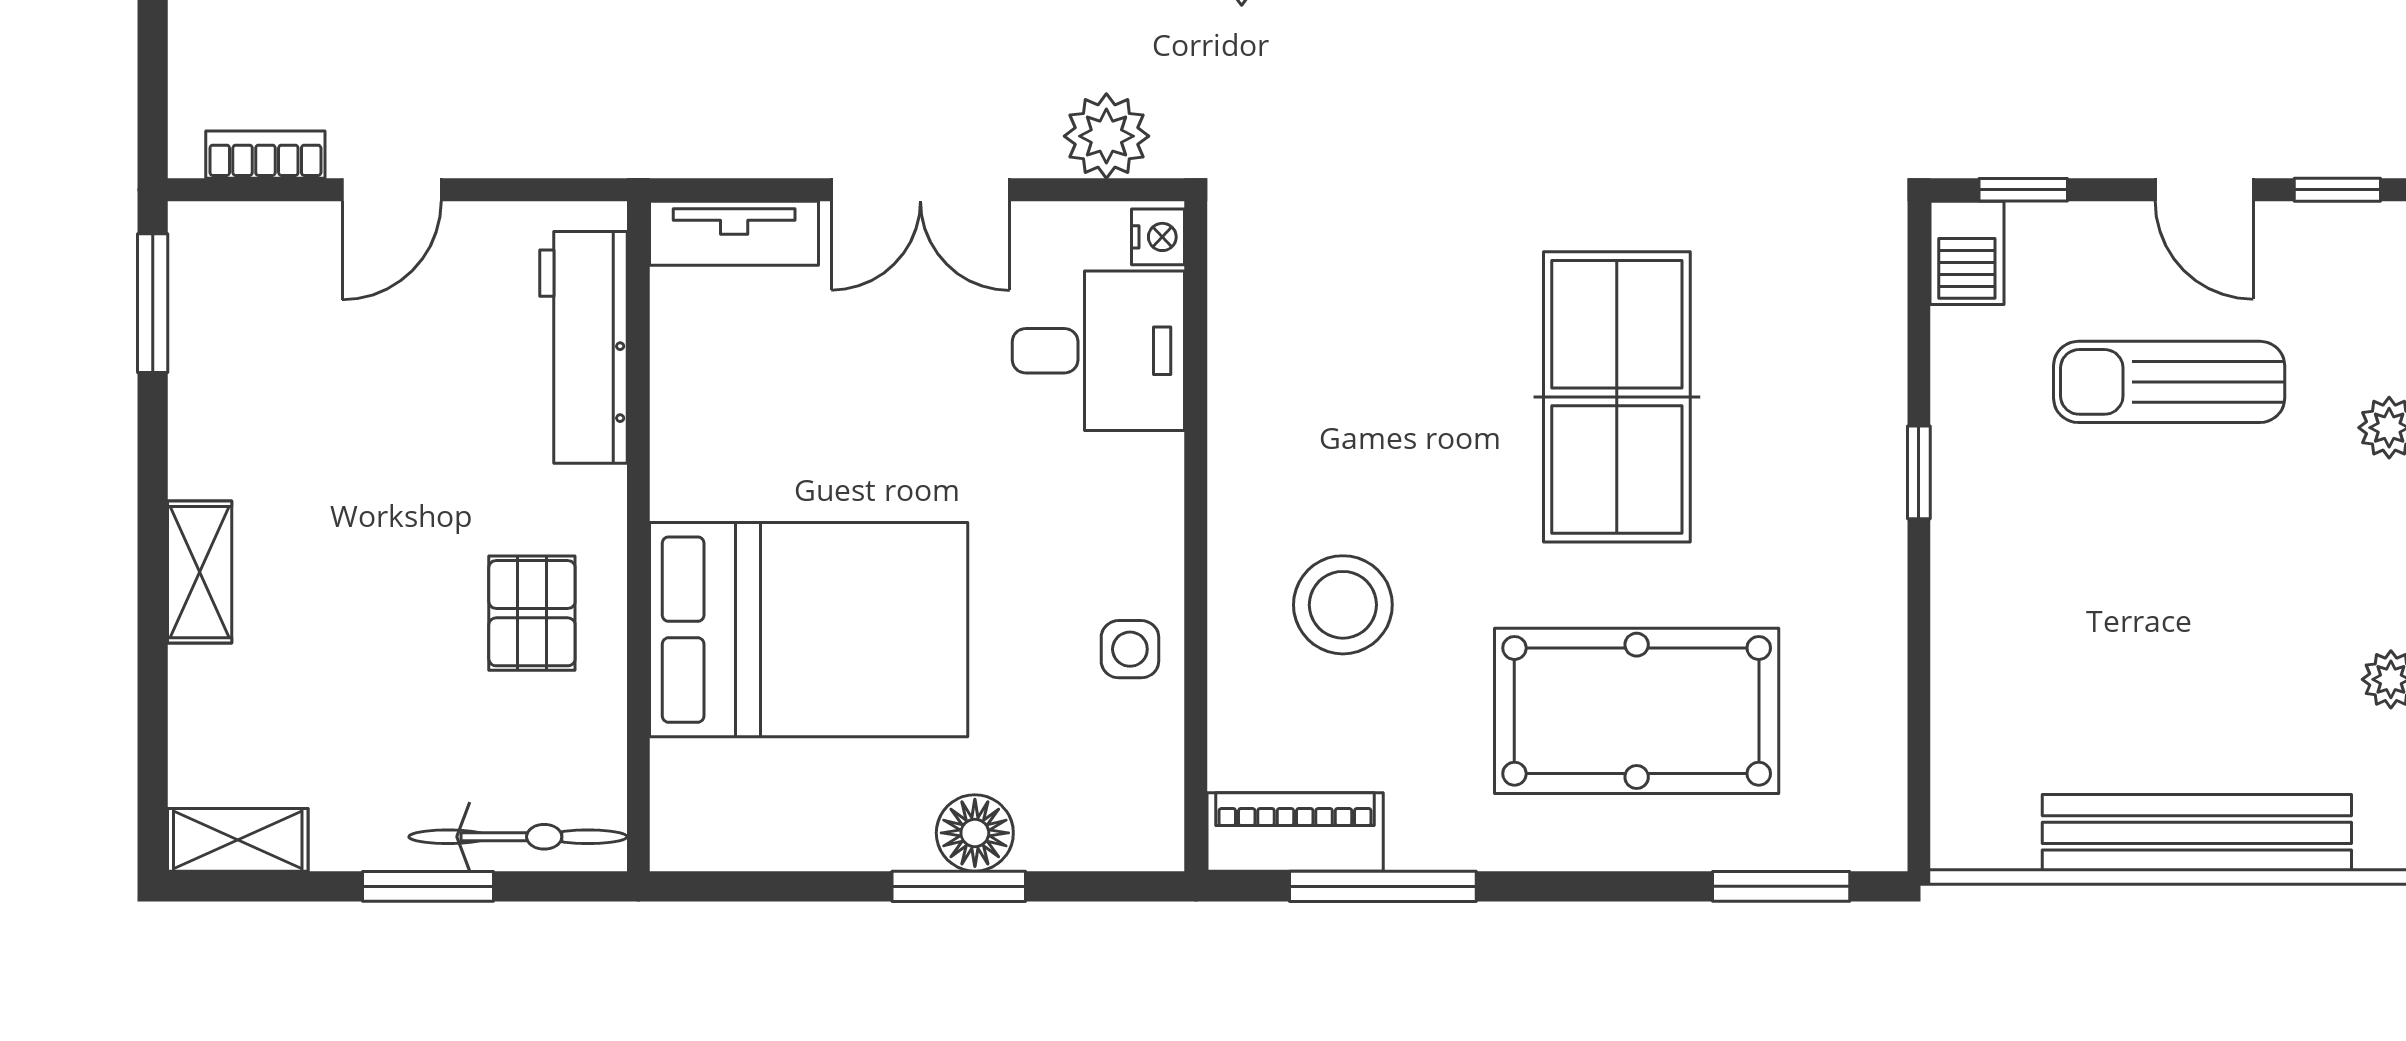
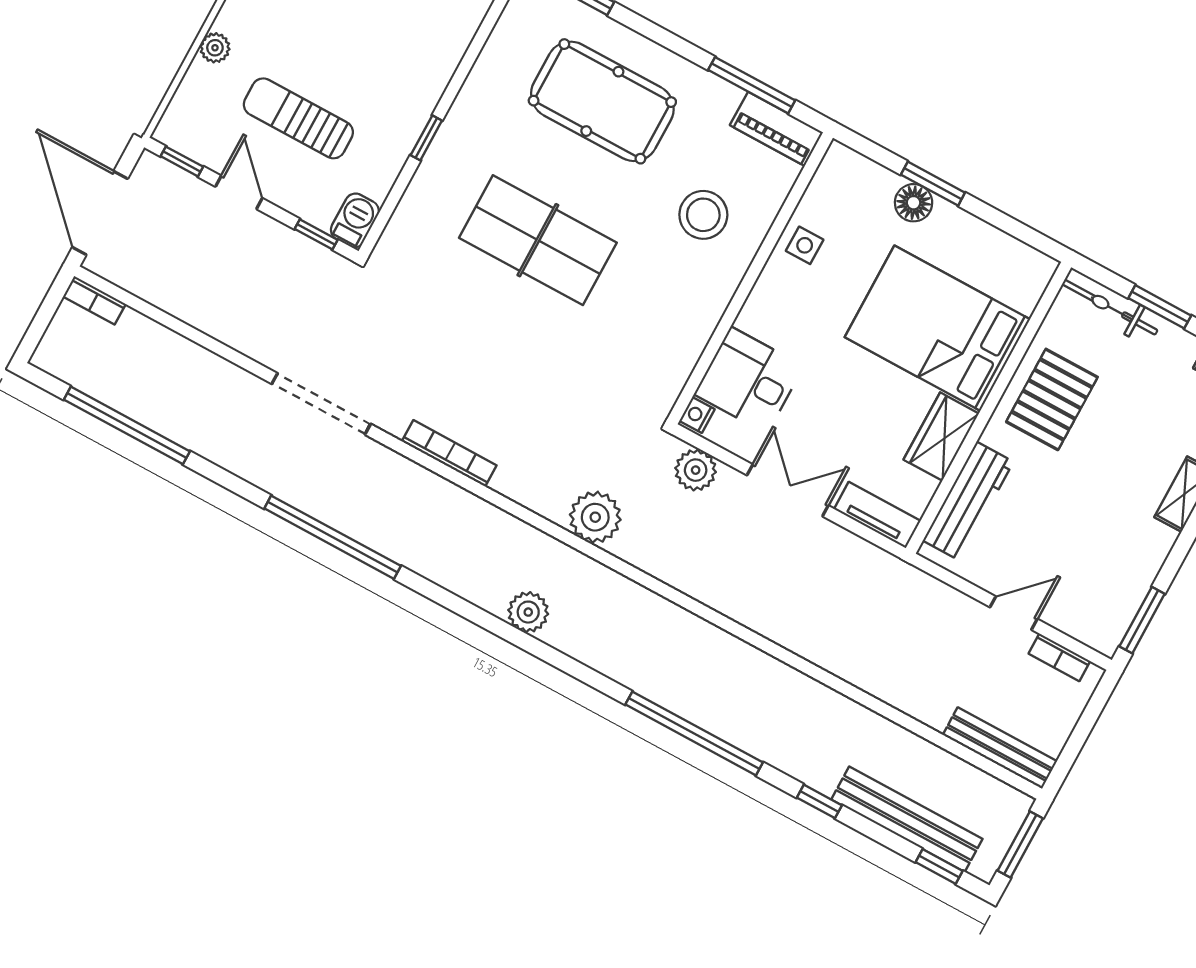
sun lounger: (2169, 382) -> (298, 118), turned 180
table tennis table: (1617, 397) -> (538, 240), turned 90
wardrobe: (695, 438) -> (941, 437), added
pallet: (532, 613) -> (1052, 399), width x1.50, depth x1.42

